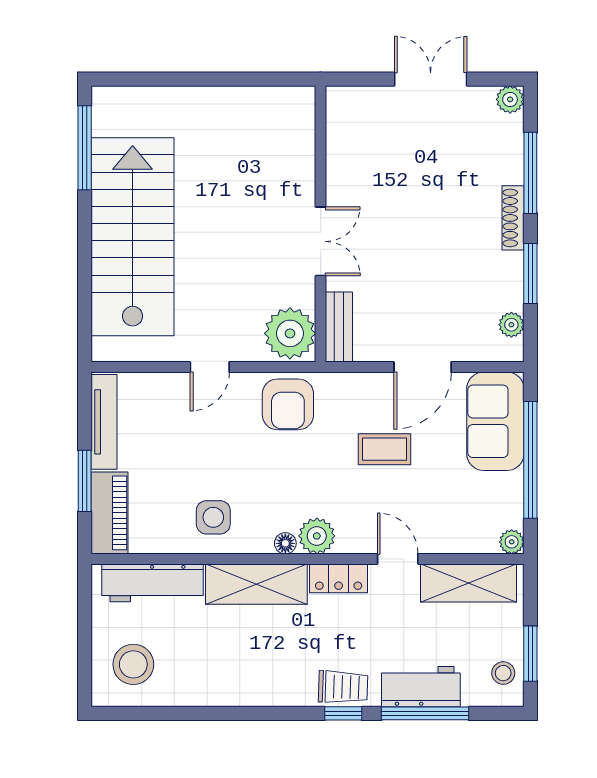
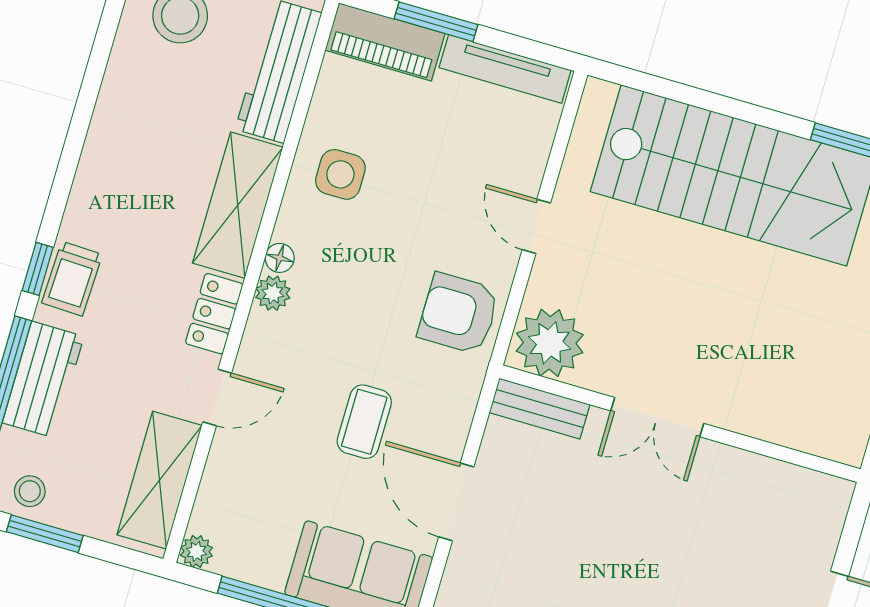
plant: (317, 536) -> (273, 293), width x0.73, depth x0.73

